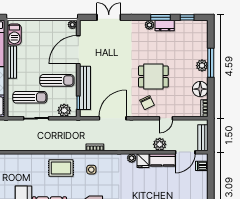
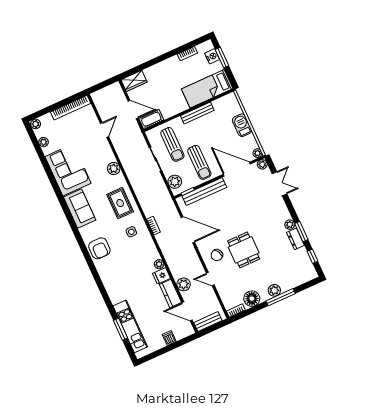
plant: (84, 25) -> (262, 164), added
barbecue: (14, 34) -> (242, 125), moved, turned 90
plant: (27, 160) -> (114, 168), added
dishwasher: (202, 166) -> (169, 338), moved

